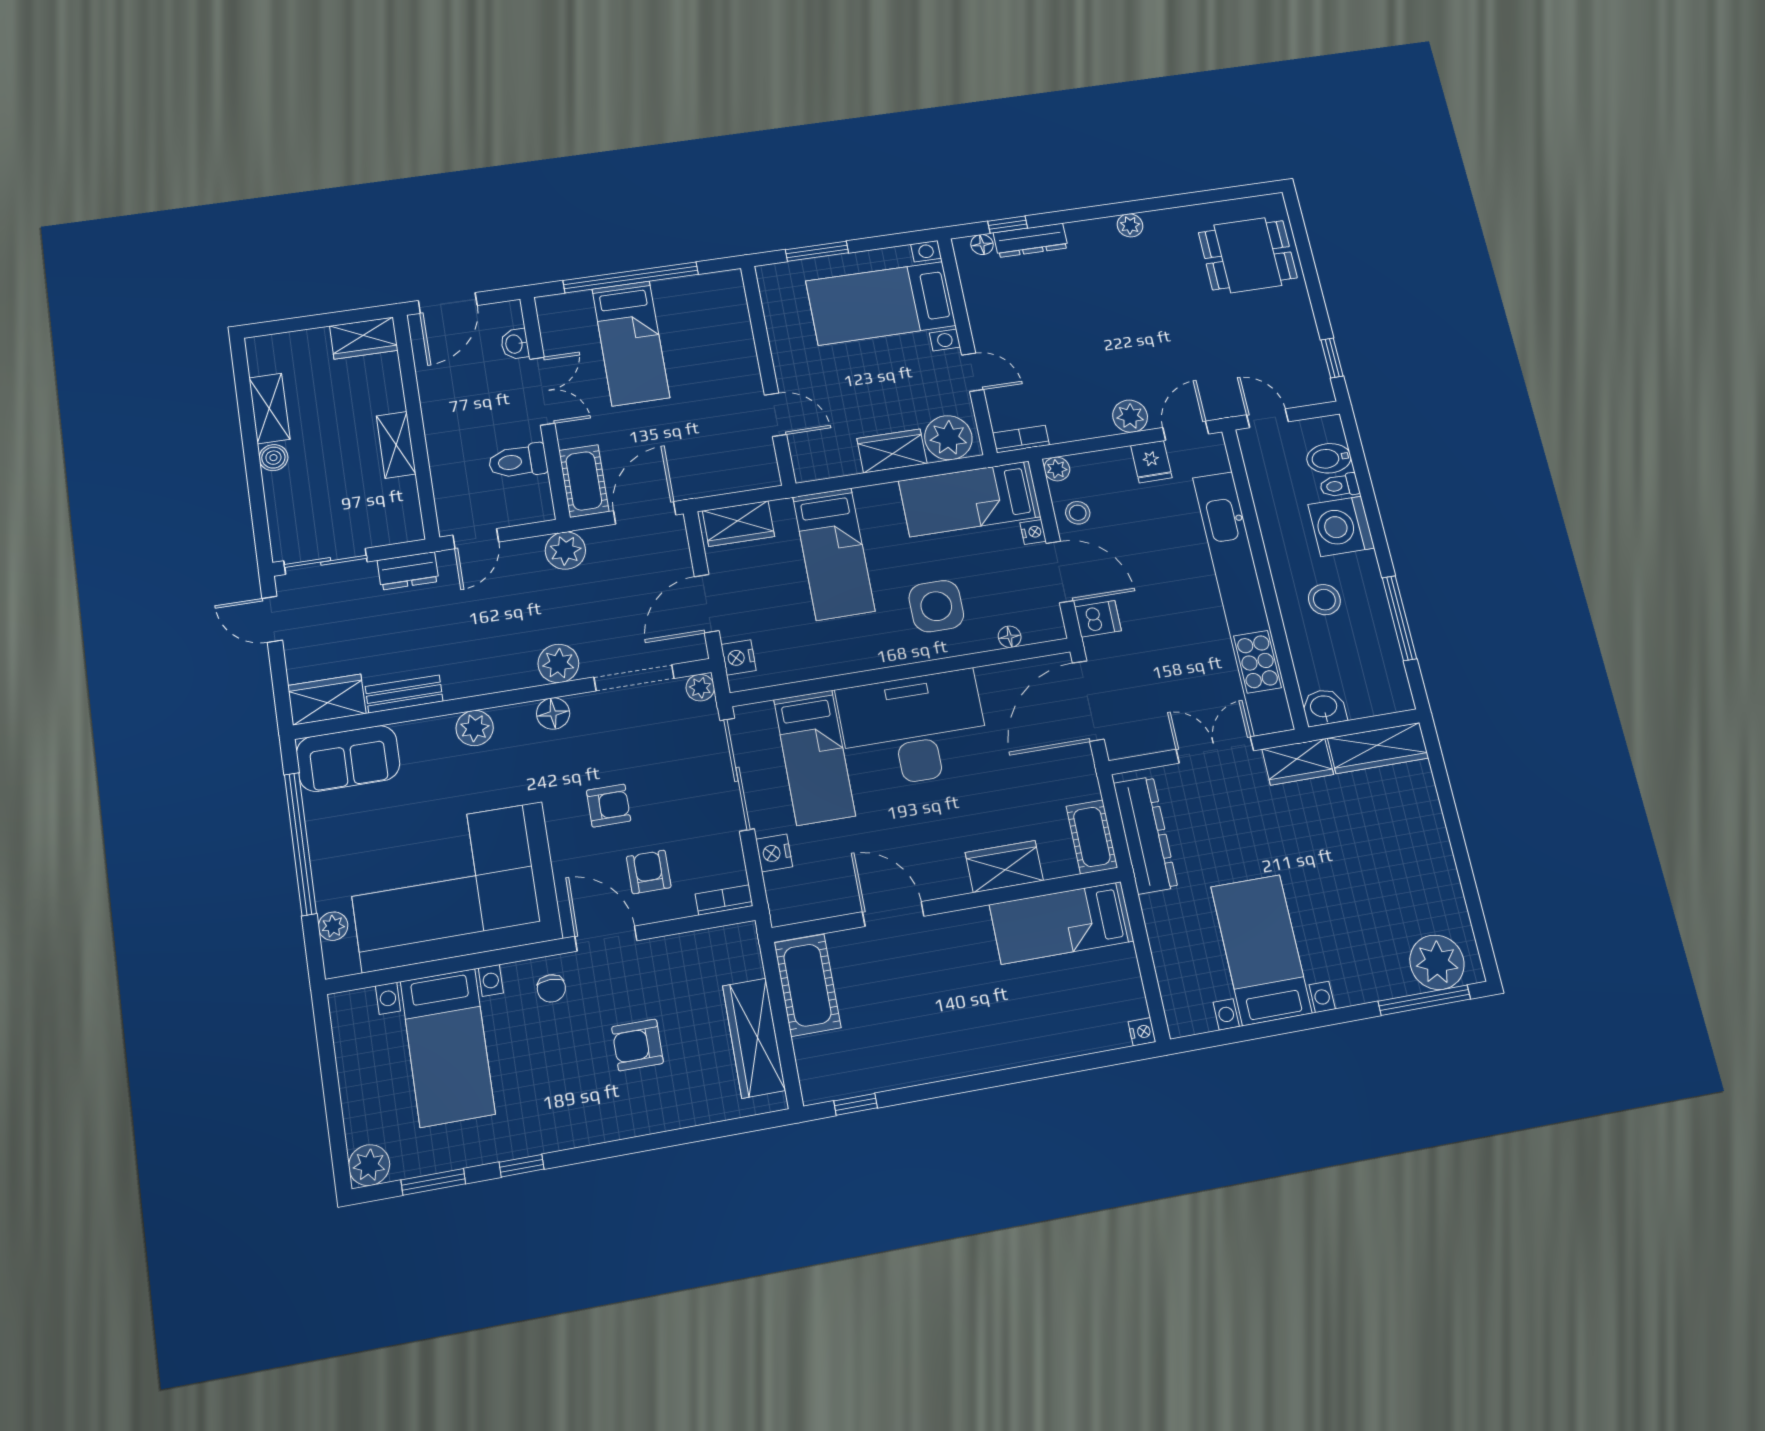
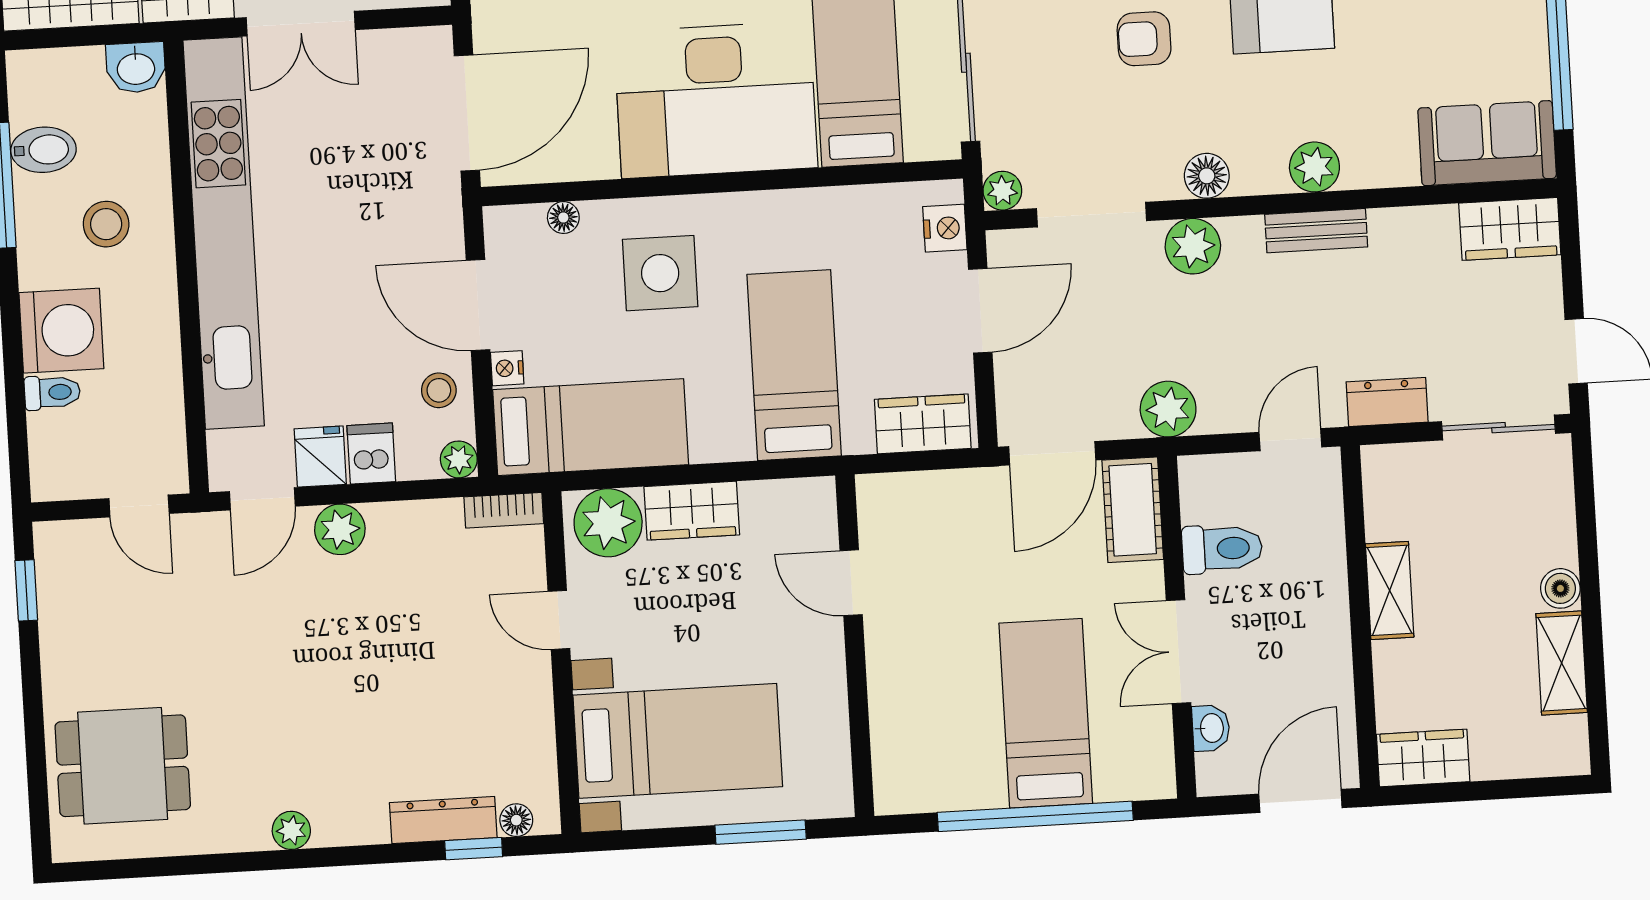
bidet: (1329, 458) -> (43, 150), moved
dishwasher: (1098, 619) -> (371, 454), moved, turned 90
bench: (404, 694) -> (1316, 231), moved

